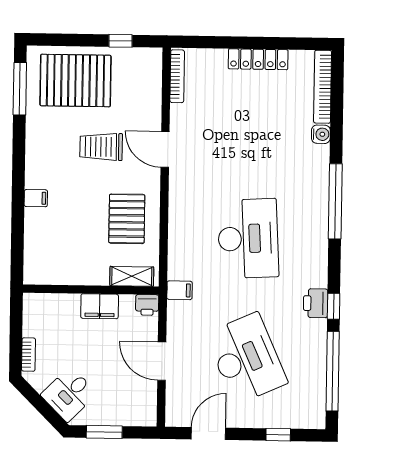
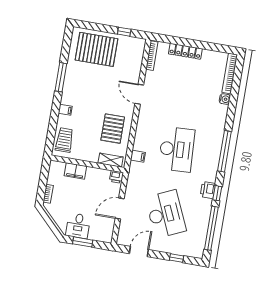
locker: (258, 59) -> (185, 51), moved
window: (20, 89) -> (61, 77), moved
trolley: (101, 147) -> (64, 140), moved, turned 90
window: (335, 201) -> (224, 151), moved
filing cabinet: (180, 290) -> (138, 156), moved
filing cabinet: (100, 306) -> (75, 171), moved
door: (162, 361) -> (120, 208), hinge flipped
desk: (69, 394) -> (78, 226), moved, turned -45

